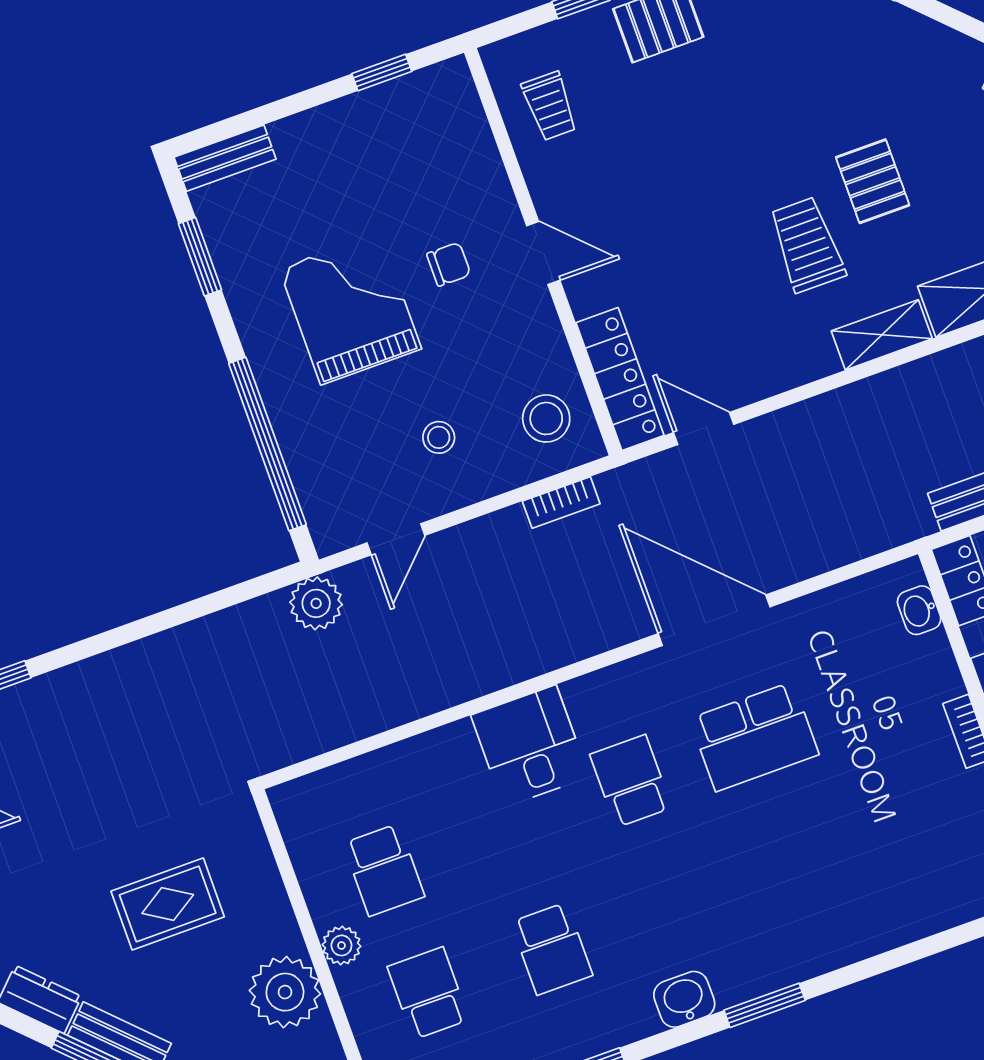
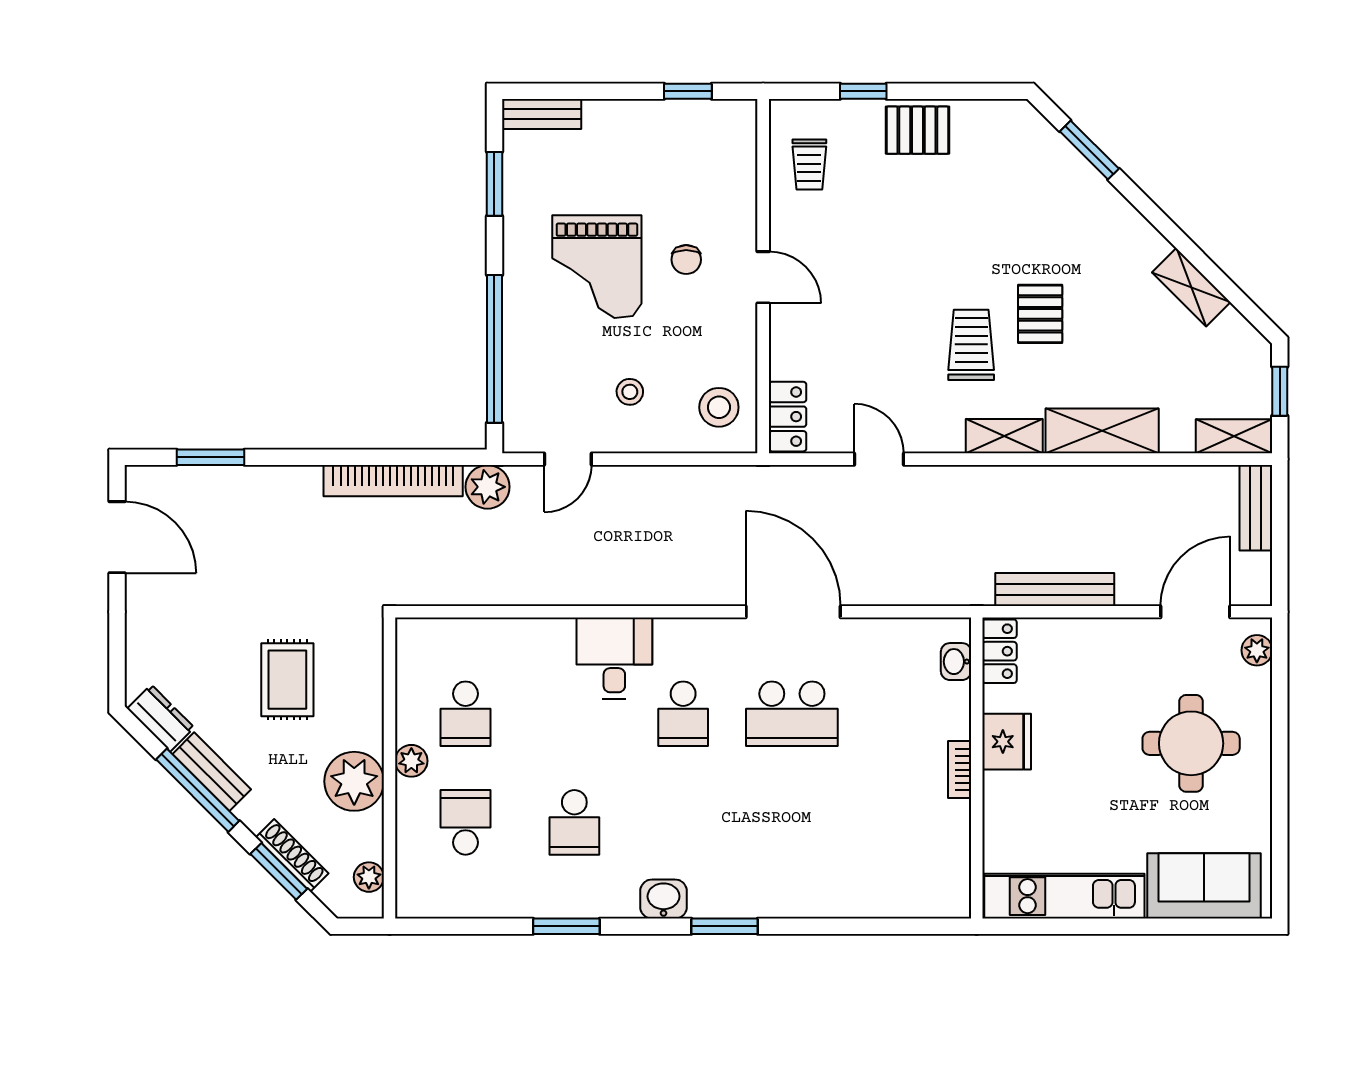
chair: (449, 264) -> (686, 260), turned 90
grand piano: (350, 309) -> (597, 267), turned 180
locker: (620, 379) -> (788, 417), width x0.66
door: (704, 428) -> (879, 459), moved
bookcase: (561, 502) -> (393, 481), moved, width x2.31, depth x1.31
school desk: (631, 781) -> (683, 714), turned 180
rug: (168, 904) -> (287, 680), turned 90

